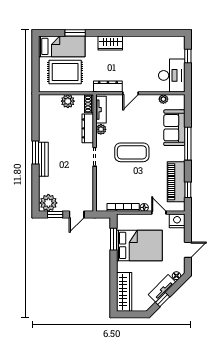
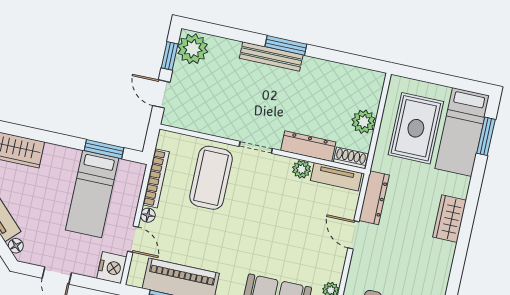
window: (75, 33) -> (486, 136), moved
coffee table: (132, 152) -> (211, 178), moved
door: (159, 213) -> (133, 239), hinge flipped
bed: (139, 245) -> (92, 194), width x0.67

